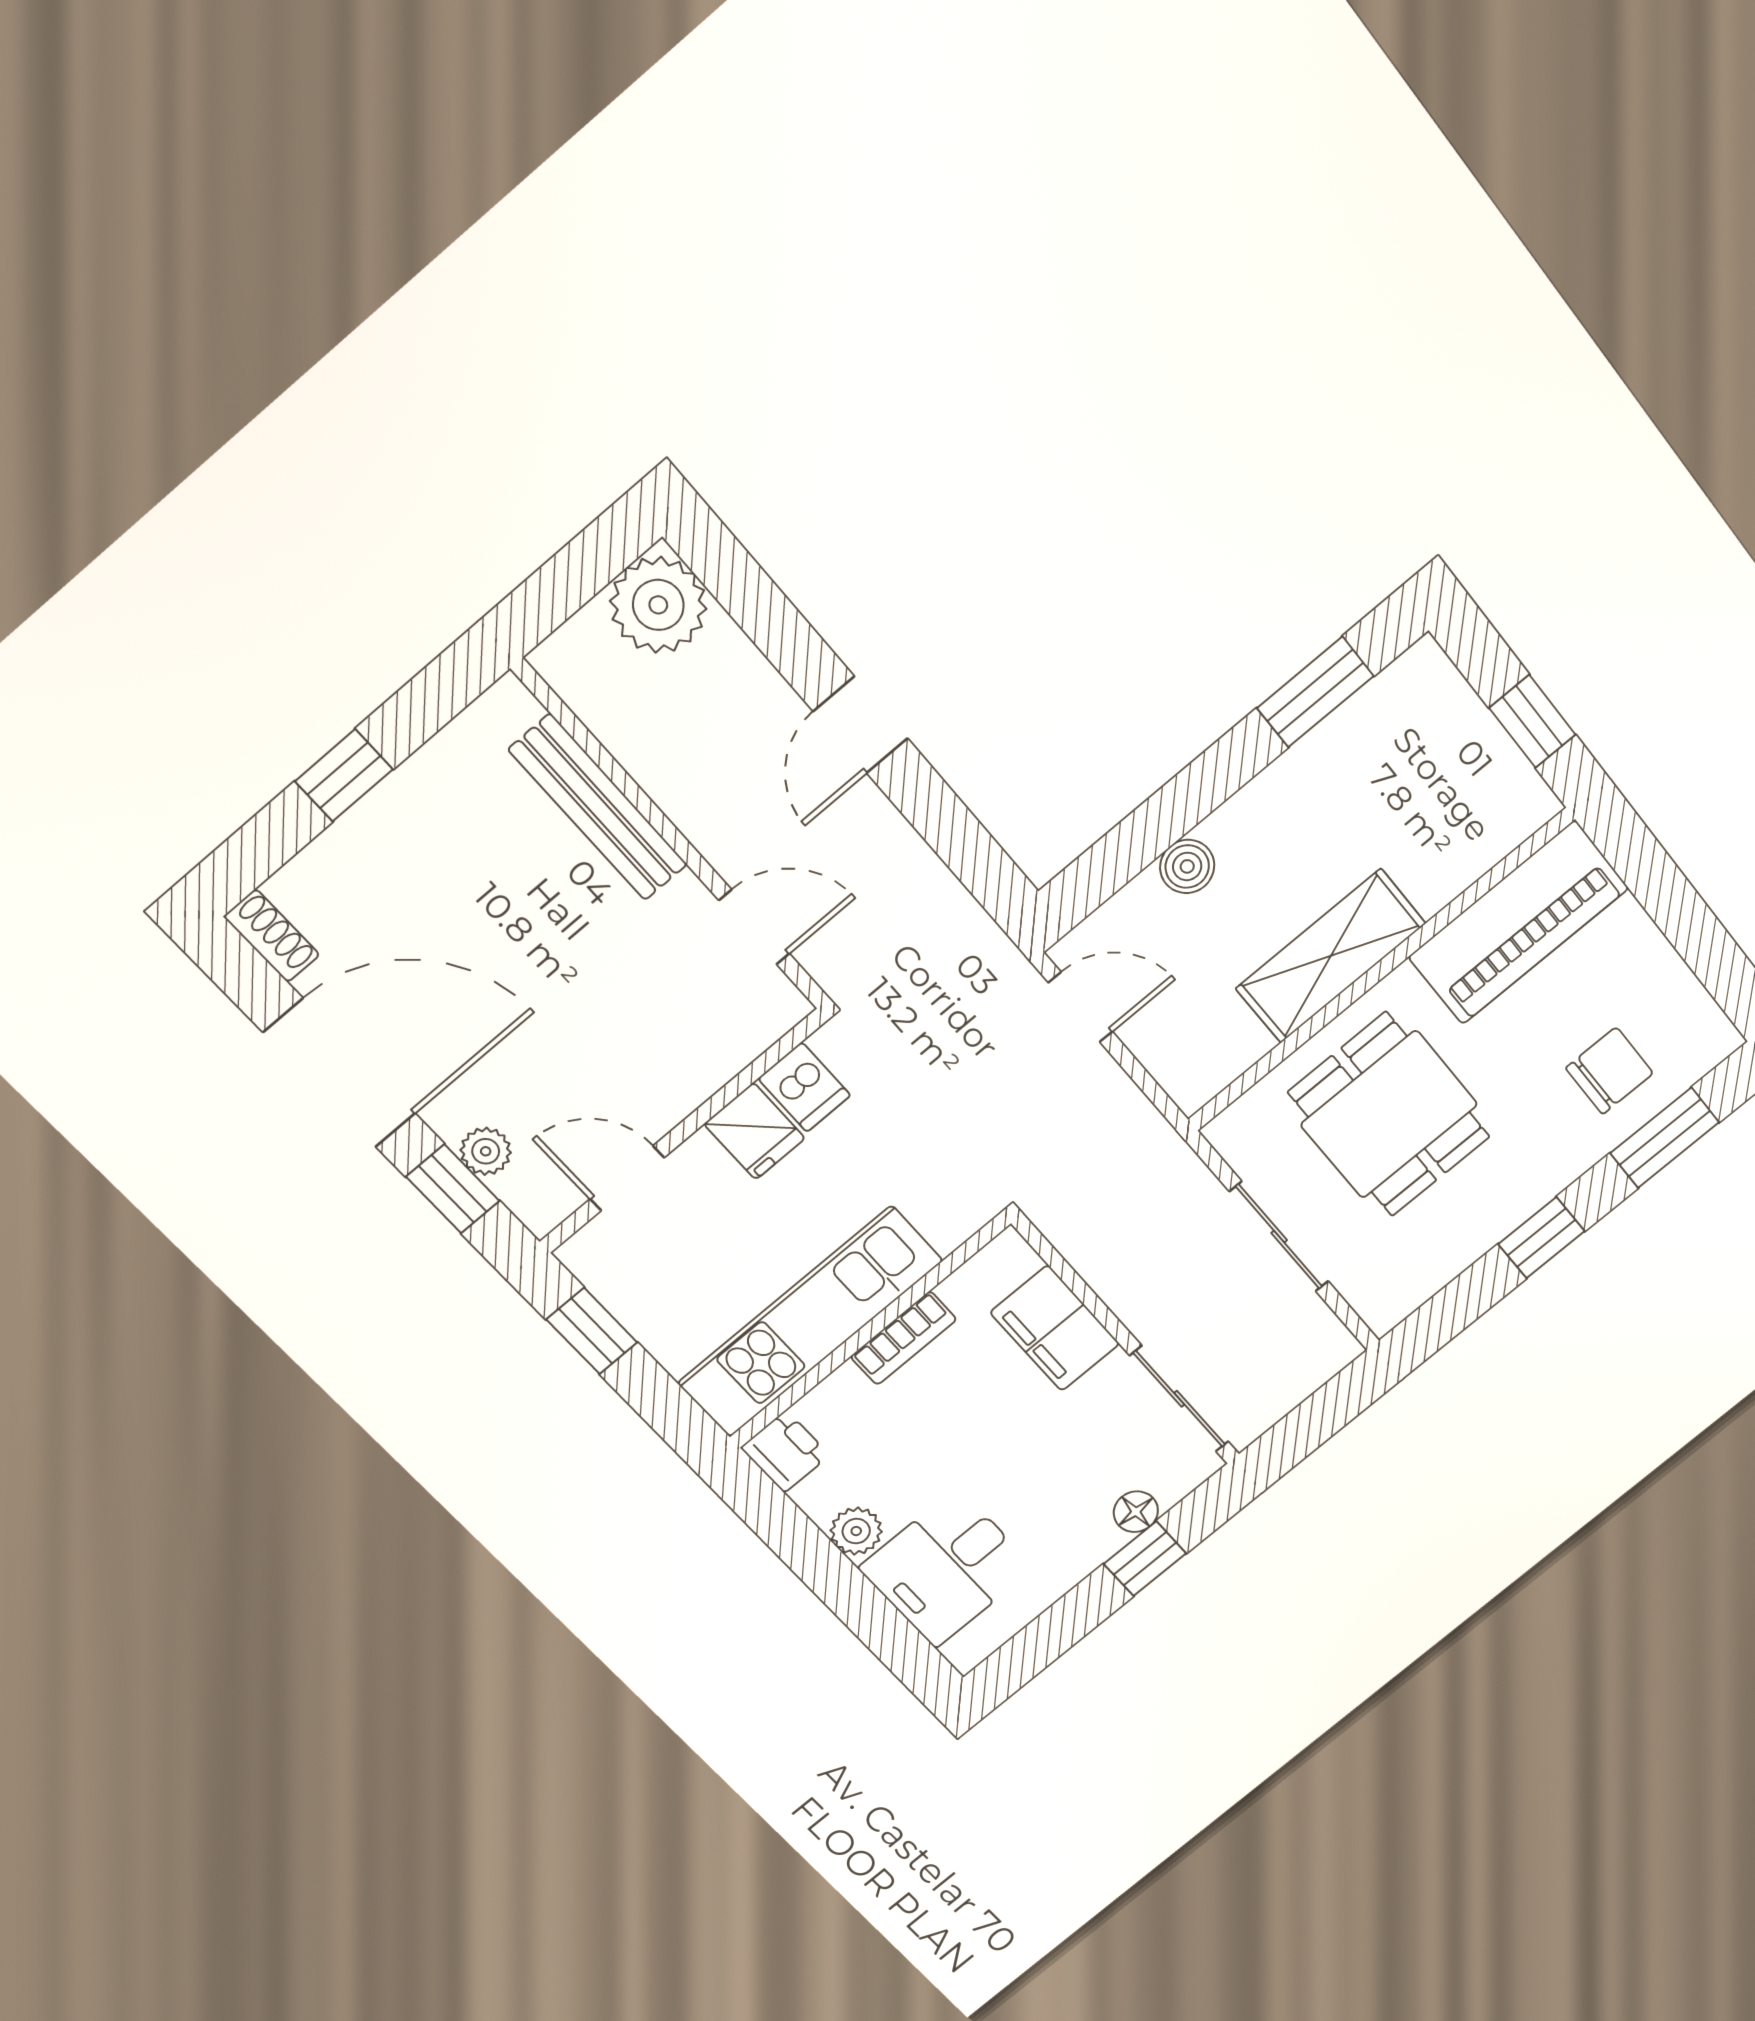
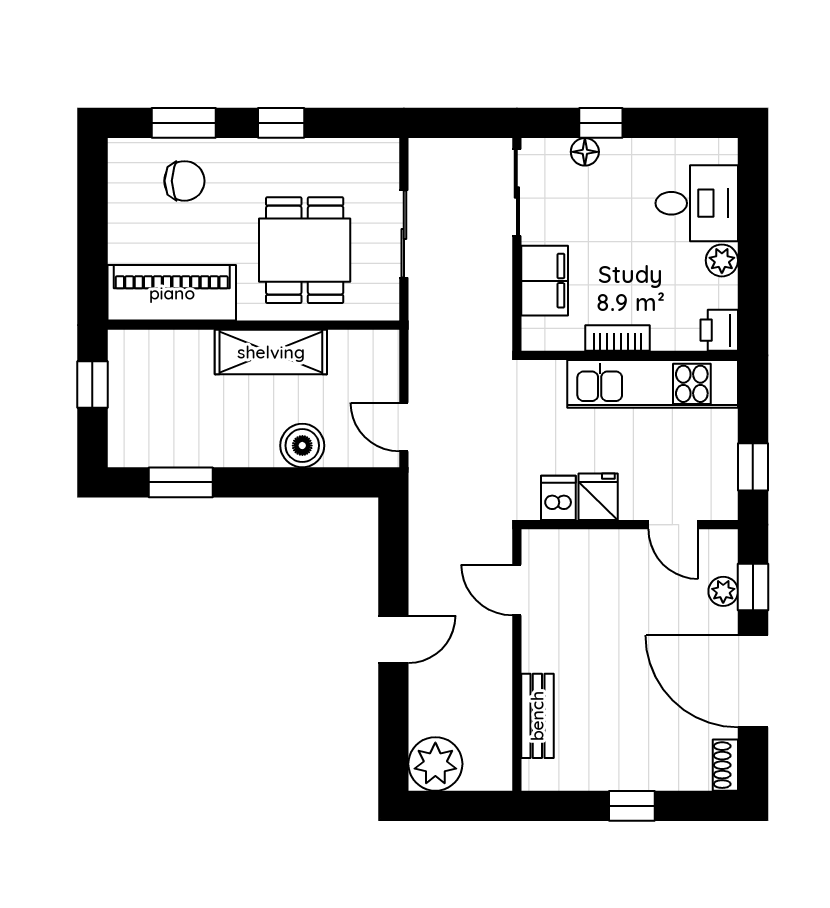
bench: (598, 807) -> (537, 716), width x0.73
boiler: (1187, 866) -> (302, 446), width x1.36, depth x1.36
chair: (1609, 1071) -> (184, 181), turned 180

